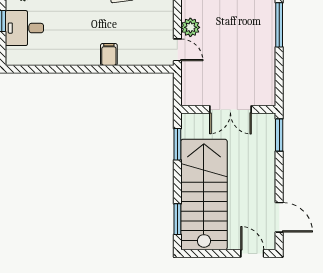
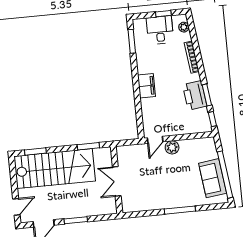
filing cabinet: (109, 54) -> (147, 86), width x2.00
window: (36, 69) -> (132, 41), added
window: (279, 135) -> (76, 220), moved

